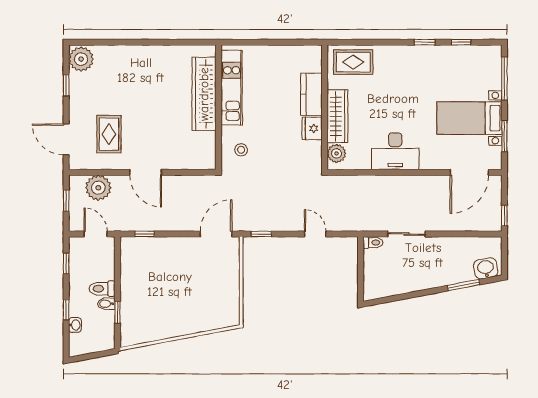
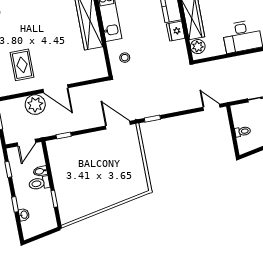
plant: (98, 188) -> (35, 105), moved
door: (96, 234) -> (26, 143), swing flipped
door: (216, 234) -> (118, 125), hinge flipped
door: (315, 234) -> (212, 107), moved
toilet: (373, 243) -> (243, 131), moved
bidet: (106, 304) -> (40, 171), moved

